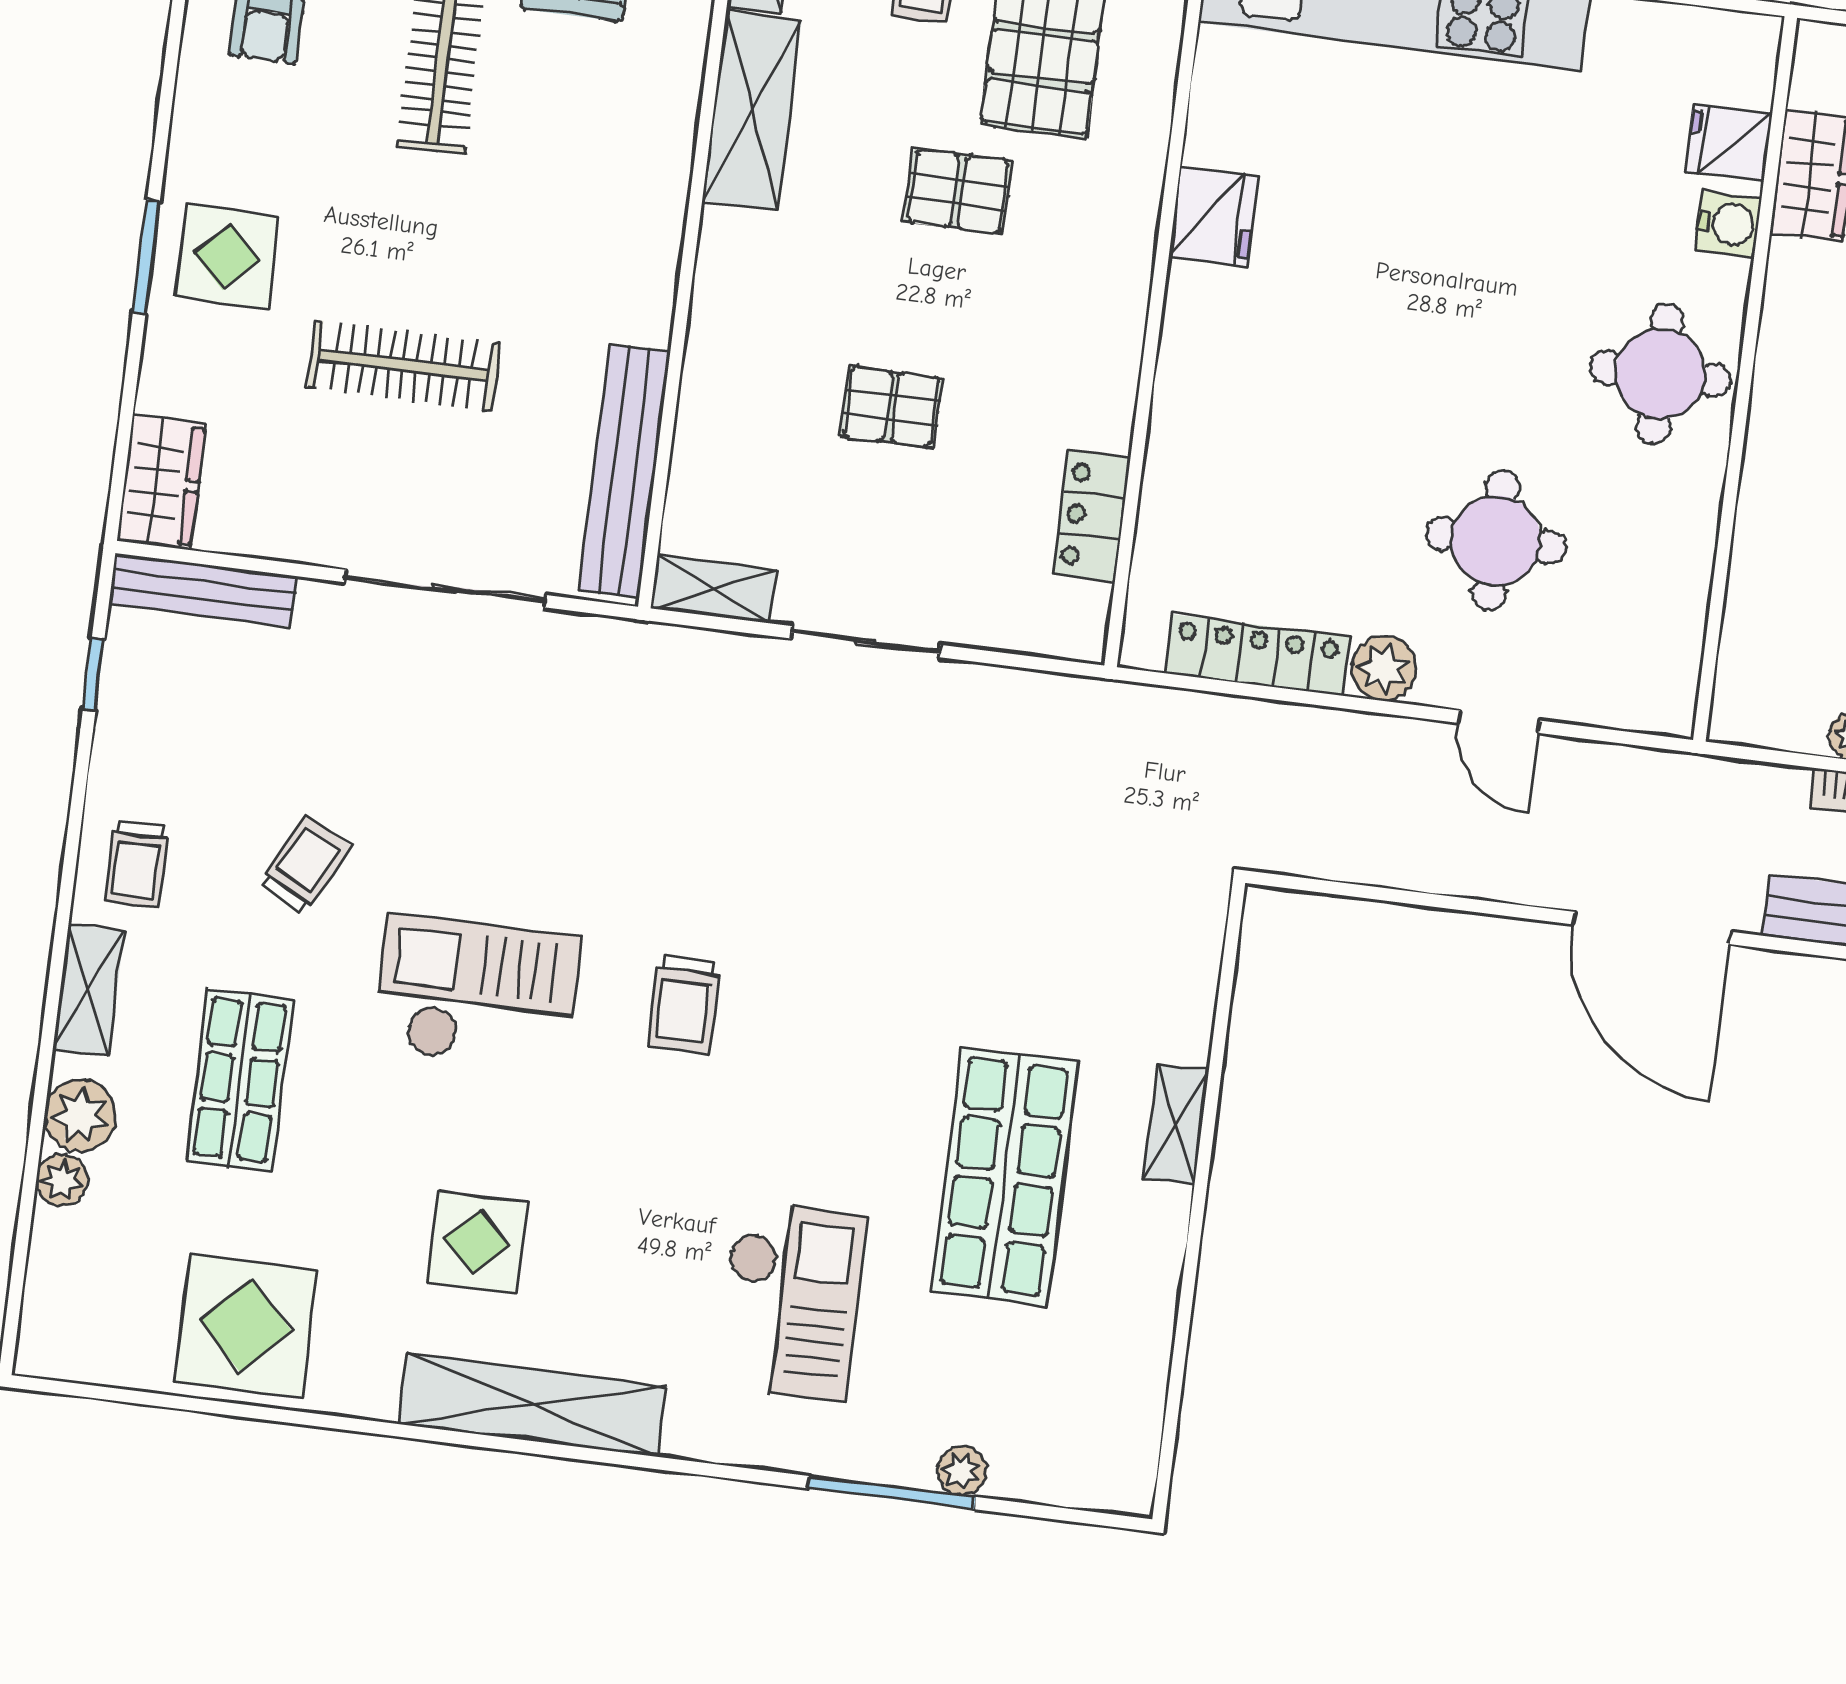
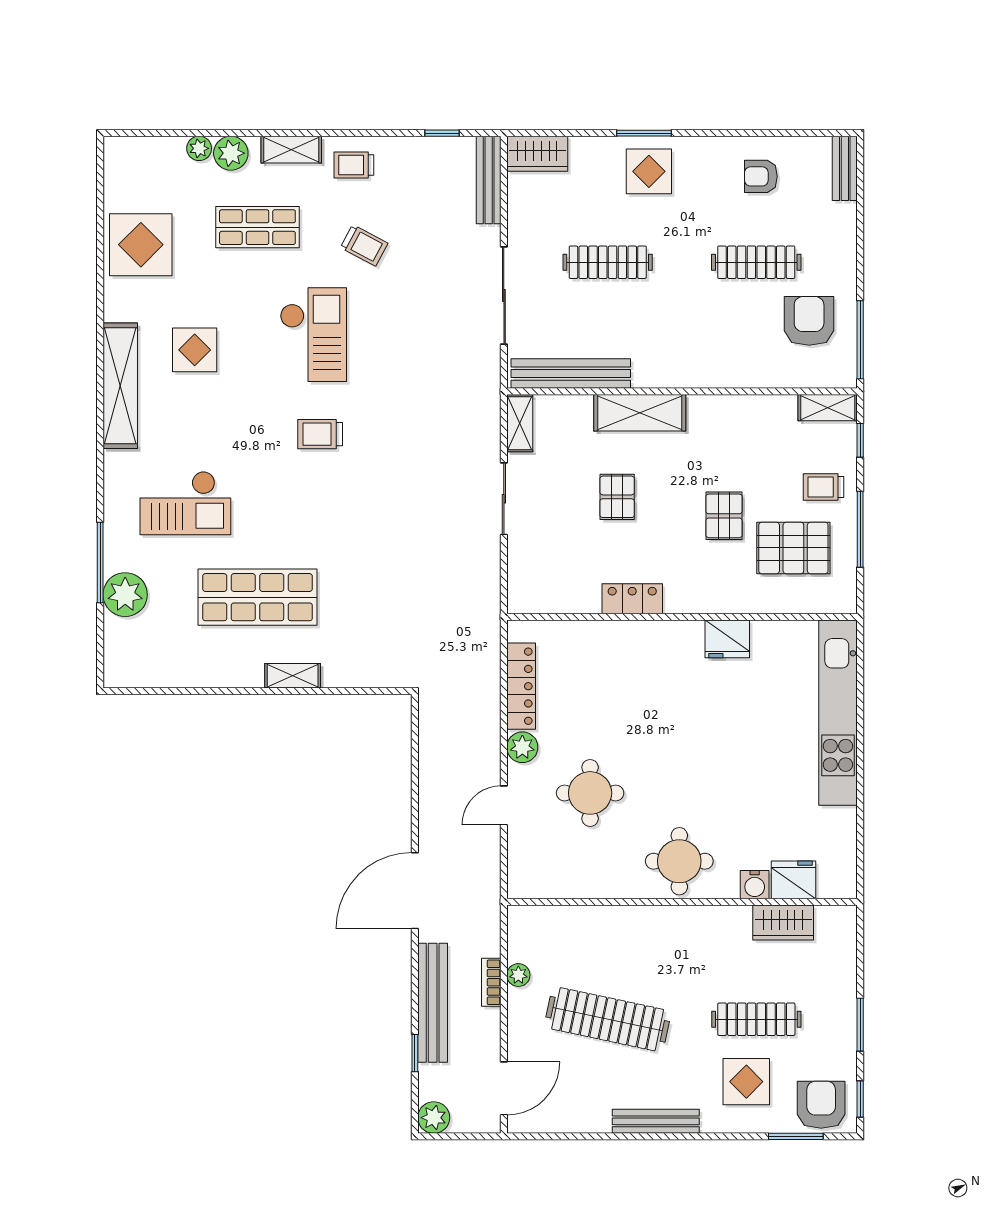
shelving: (752, 111) -> (640, 413), moved
fridge: (1729, 143) -> (793, 880), width x1.38
clothes rail: (404, 365) -> (608, 262), turned 90
locker: (1091, 516) -> (632, 599), moved
plant: (962, 1471) -> (125, 595), width x1.88, depth x1.88

